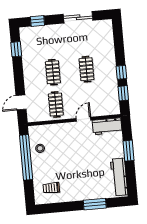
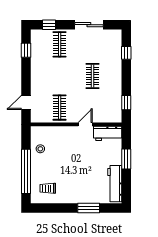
clothes rail: (53, 72) -> (60, 44), moved
window: (121, 72) -> (126, 53), moved
window: (26, 157) -> (26, 171), moved

